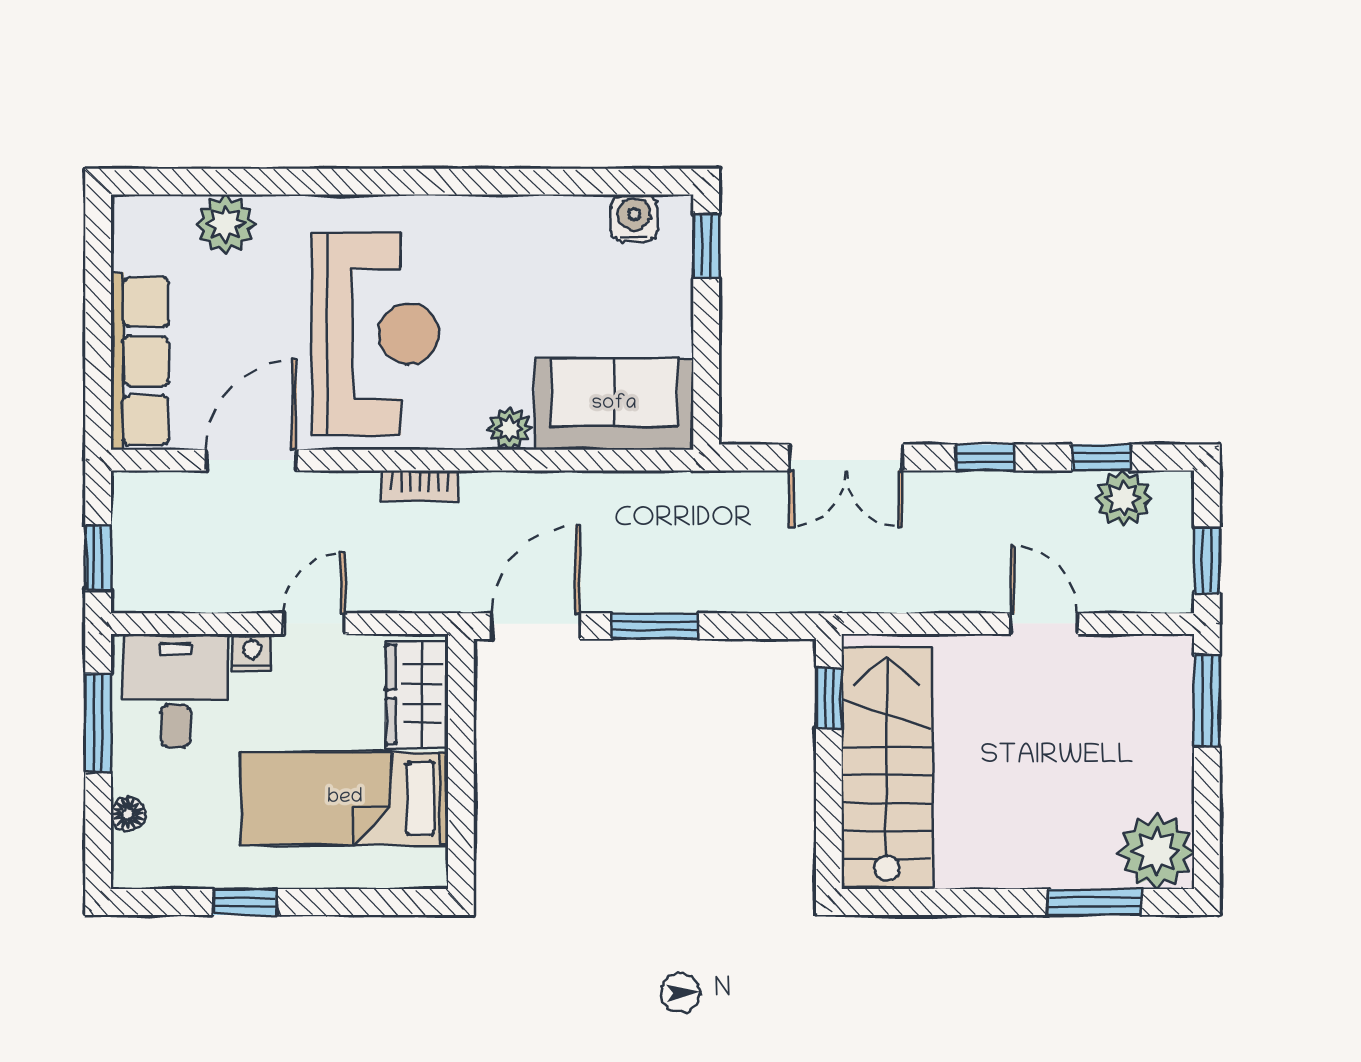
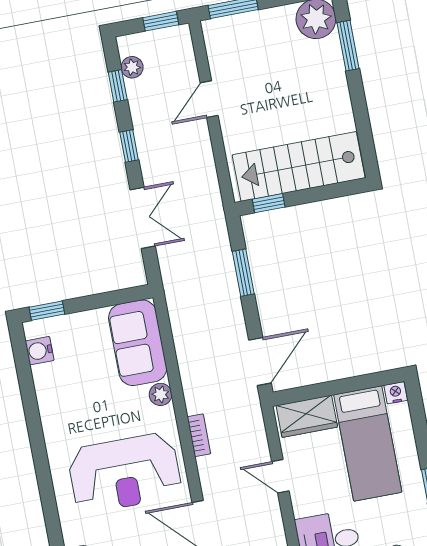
reception desk: (376, 334) -> (125, 473), turned 180
plant: (1123, 499) -> (132, 67), width x0.73, depth x0.73
door: (536, 626) -> (260, 362), swing flipped
window: (655, 626) -> (243, 273), moved
nightstand: (252, 652) -> (396, 393), moved, turned 90

